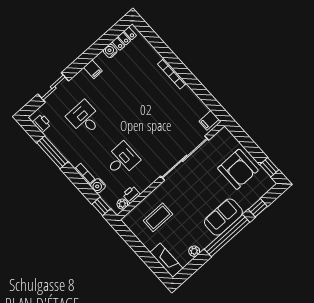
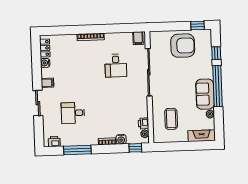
sliding door: (53, 88) -> (38, 103), moved
desk: (122, 160) -> (116, 66), moved, turned 180
sofa: (223, 217) -> (205, 94), moved

